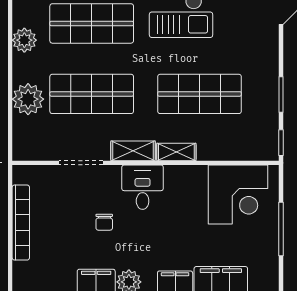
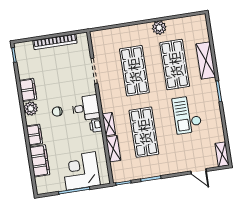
plant: (28, 99) -> (126, 35), removed
shelving: (133, 151) -> (113, 149), moved
printer: (176, 175) -> (96, 126), added
corner desk: (238, 195) -> (81, 171), moved, turned 90
chair: (104, 222) -> (57, 112), moved

